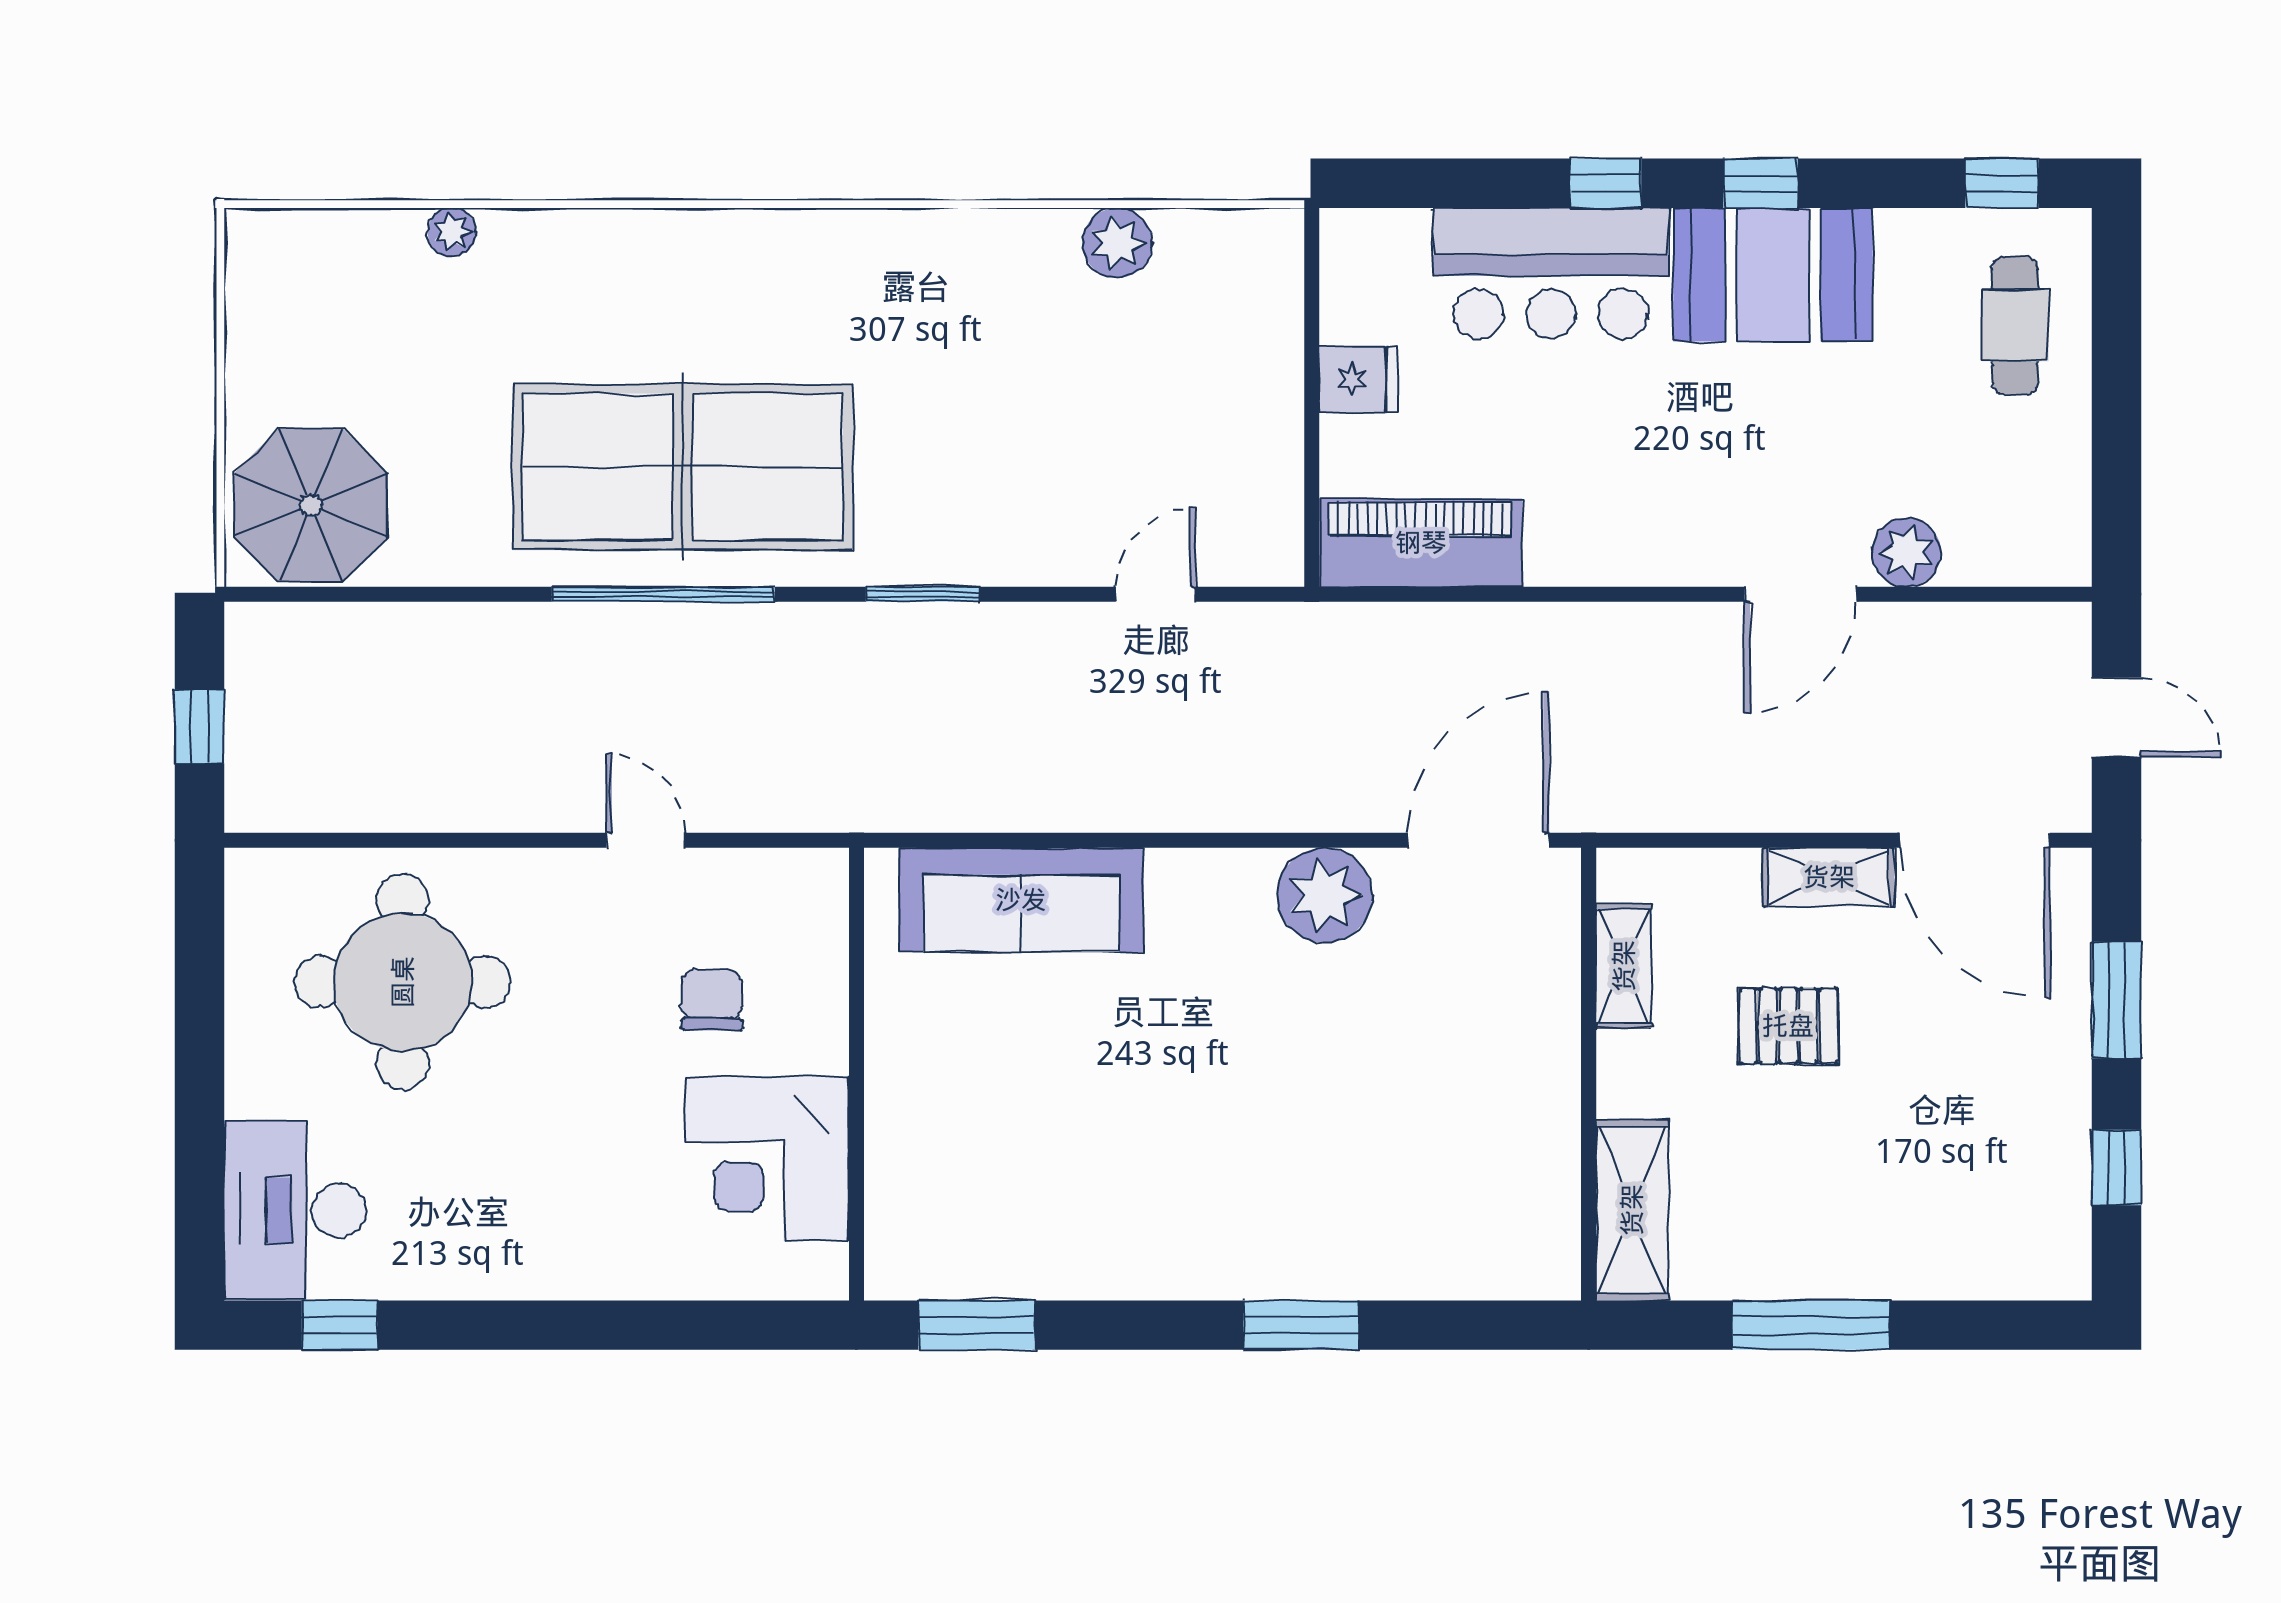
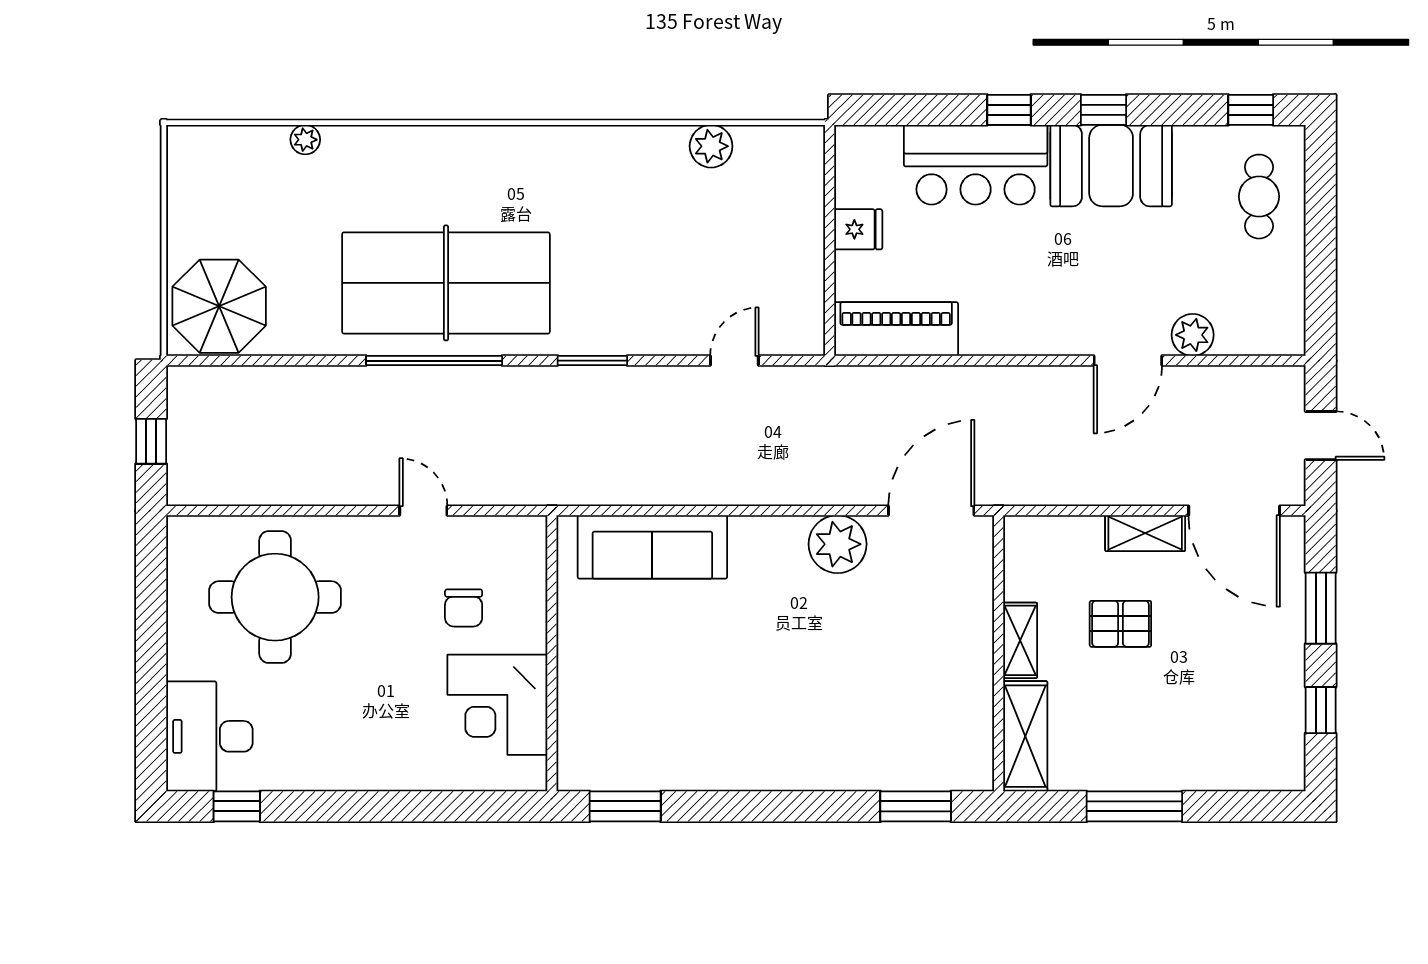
shelving: (1624, 966) -> (1020, 640), moved
chair: (712, 1000) -> (464, 608), turned 180
window: (1301, 1325) -> (916, 806), moved

